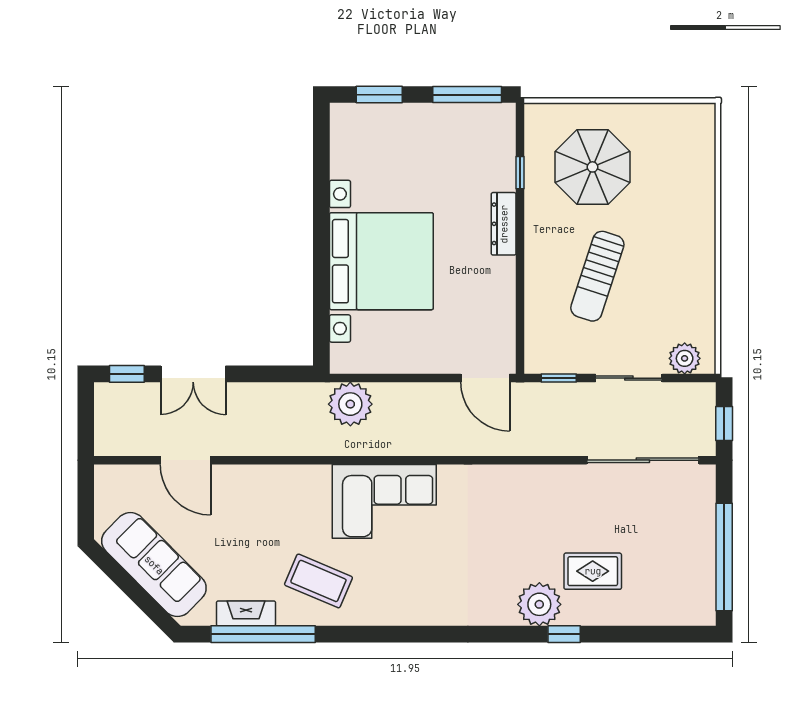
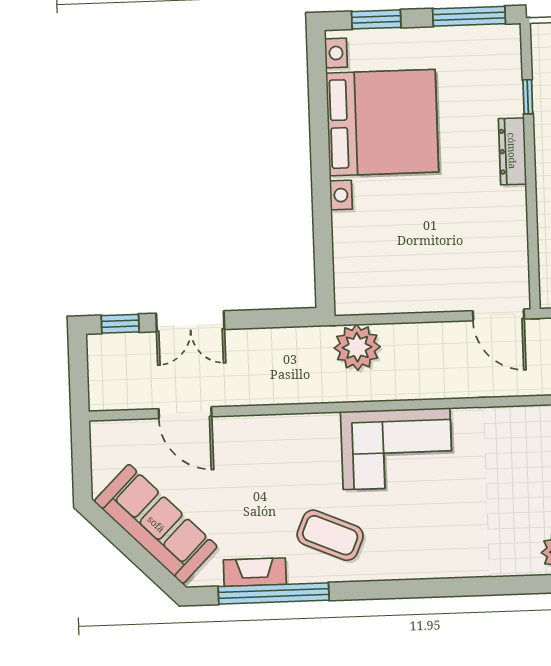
bed with nightstands: (381, 261) -> (382, 123), moved

